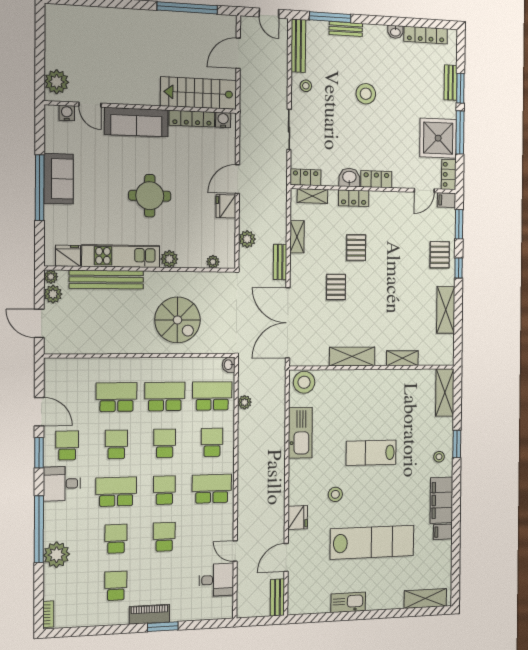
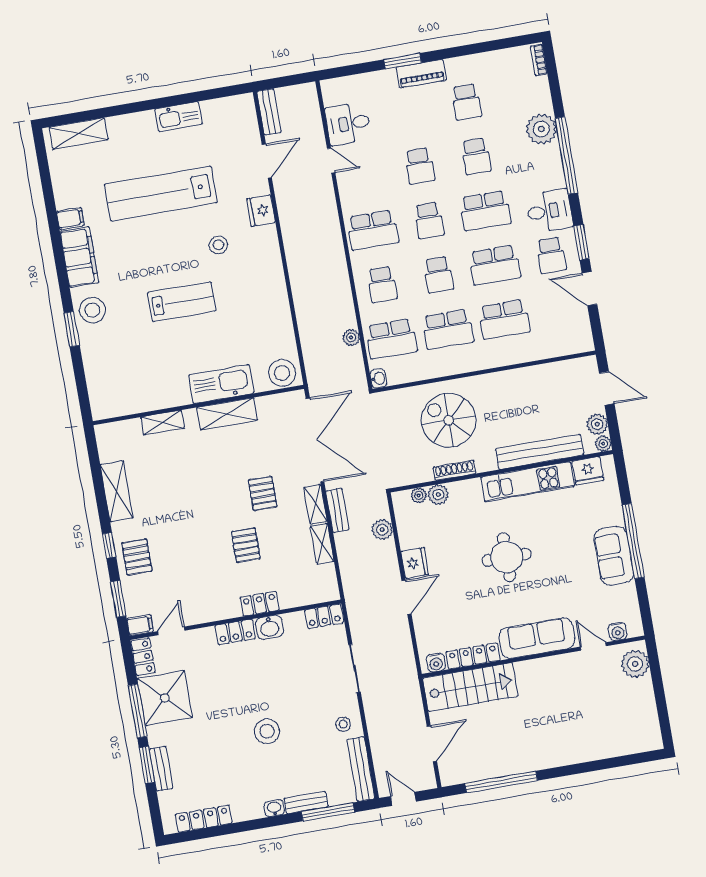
washbasin: (395, 32) -> (274, 808), moved
shelving: (312, 196) -> (315, 504), moved, turned 90
plant: (169, 259) -> (438, 495), moved
shoe rack: (180, 277) -> (454, 470), added
shelving: (445, 392) -> (99, 390), removed
kitchen sink: (300, 433) -> (221, 384), moved, turned 90
school desk: (116, 444) -> (495, 265), width x1.85
stool: (439, 457) -> (92, 310), width x1.89, depth x1.89

